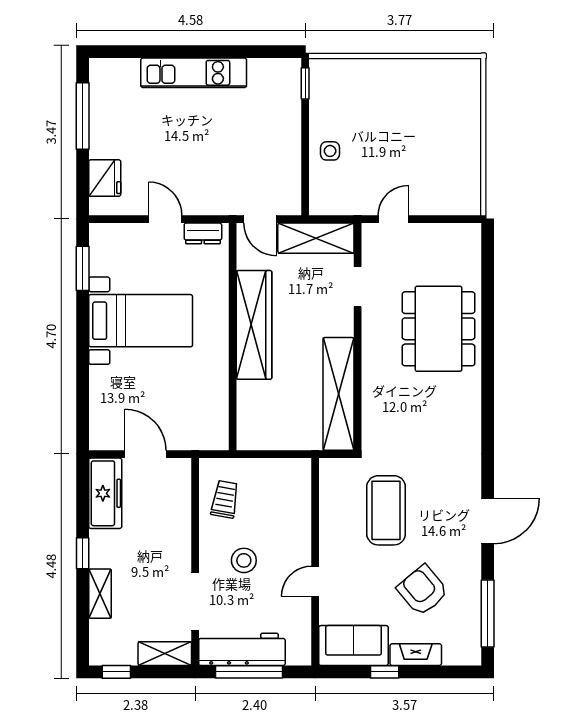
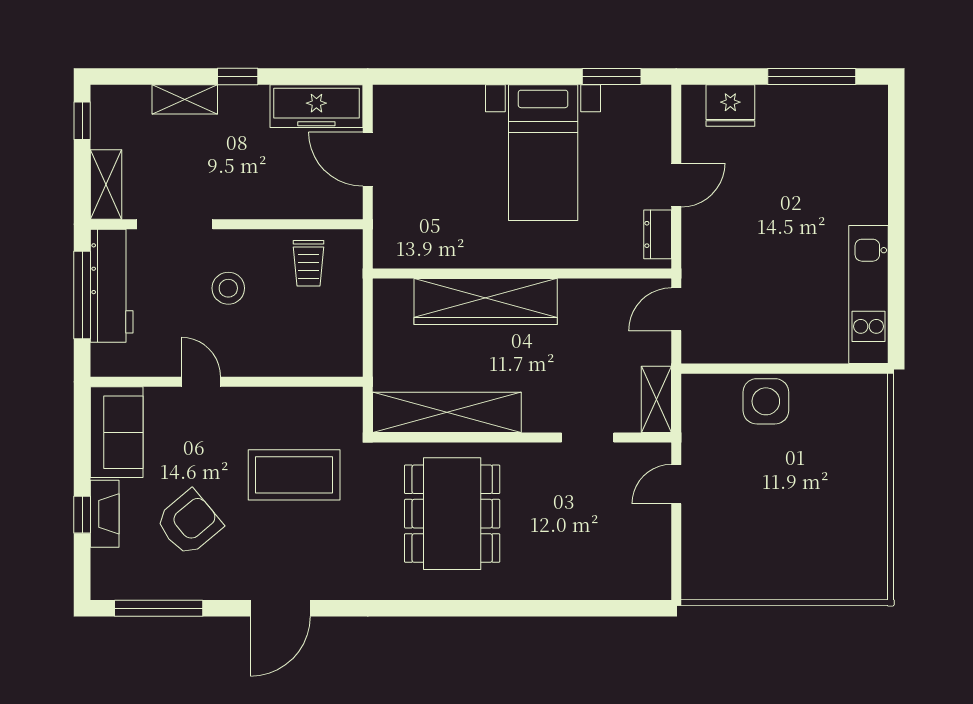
kitchen unit: (194, 73) -> (869, 294), moved
window: (305, 83) -> (855, 369), removed
side table: (330, 151) -> (766, 401), width x1.87, depth x1.87
door: (393, 219) -> (676, 484), swing flipped
shelving: (316, 238) -> (656, 399), width x0.67, depth x0.75
wardrobe: (254, 325) -> (486, 302), moved
dining table: (438, 329) -> (452, 514), moved, turned 90
door: (146, 454) -> (368, 159), swing flipped
trolley: (225, 499) -> (309, 263), turned 80
door: (488, 521) -> (280, 608), hinge flipped
window: (385, 672) -> (82, 515), moved

